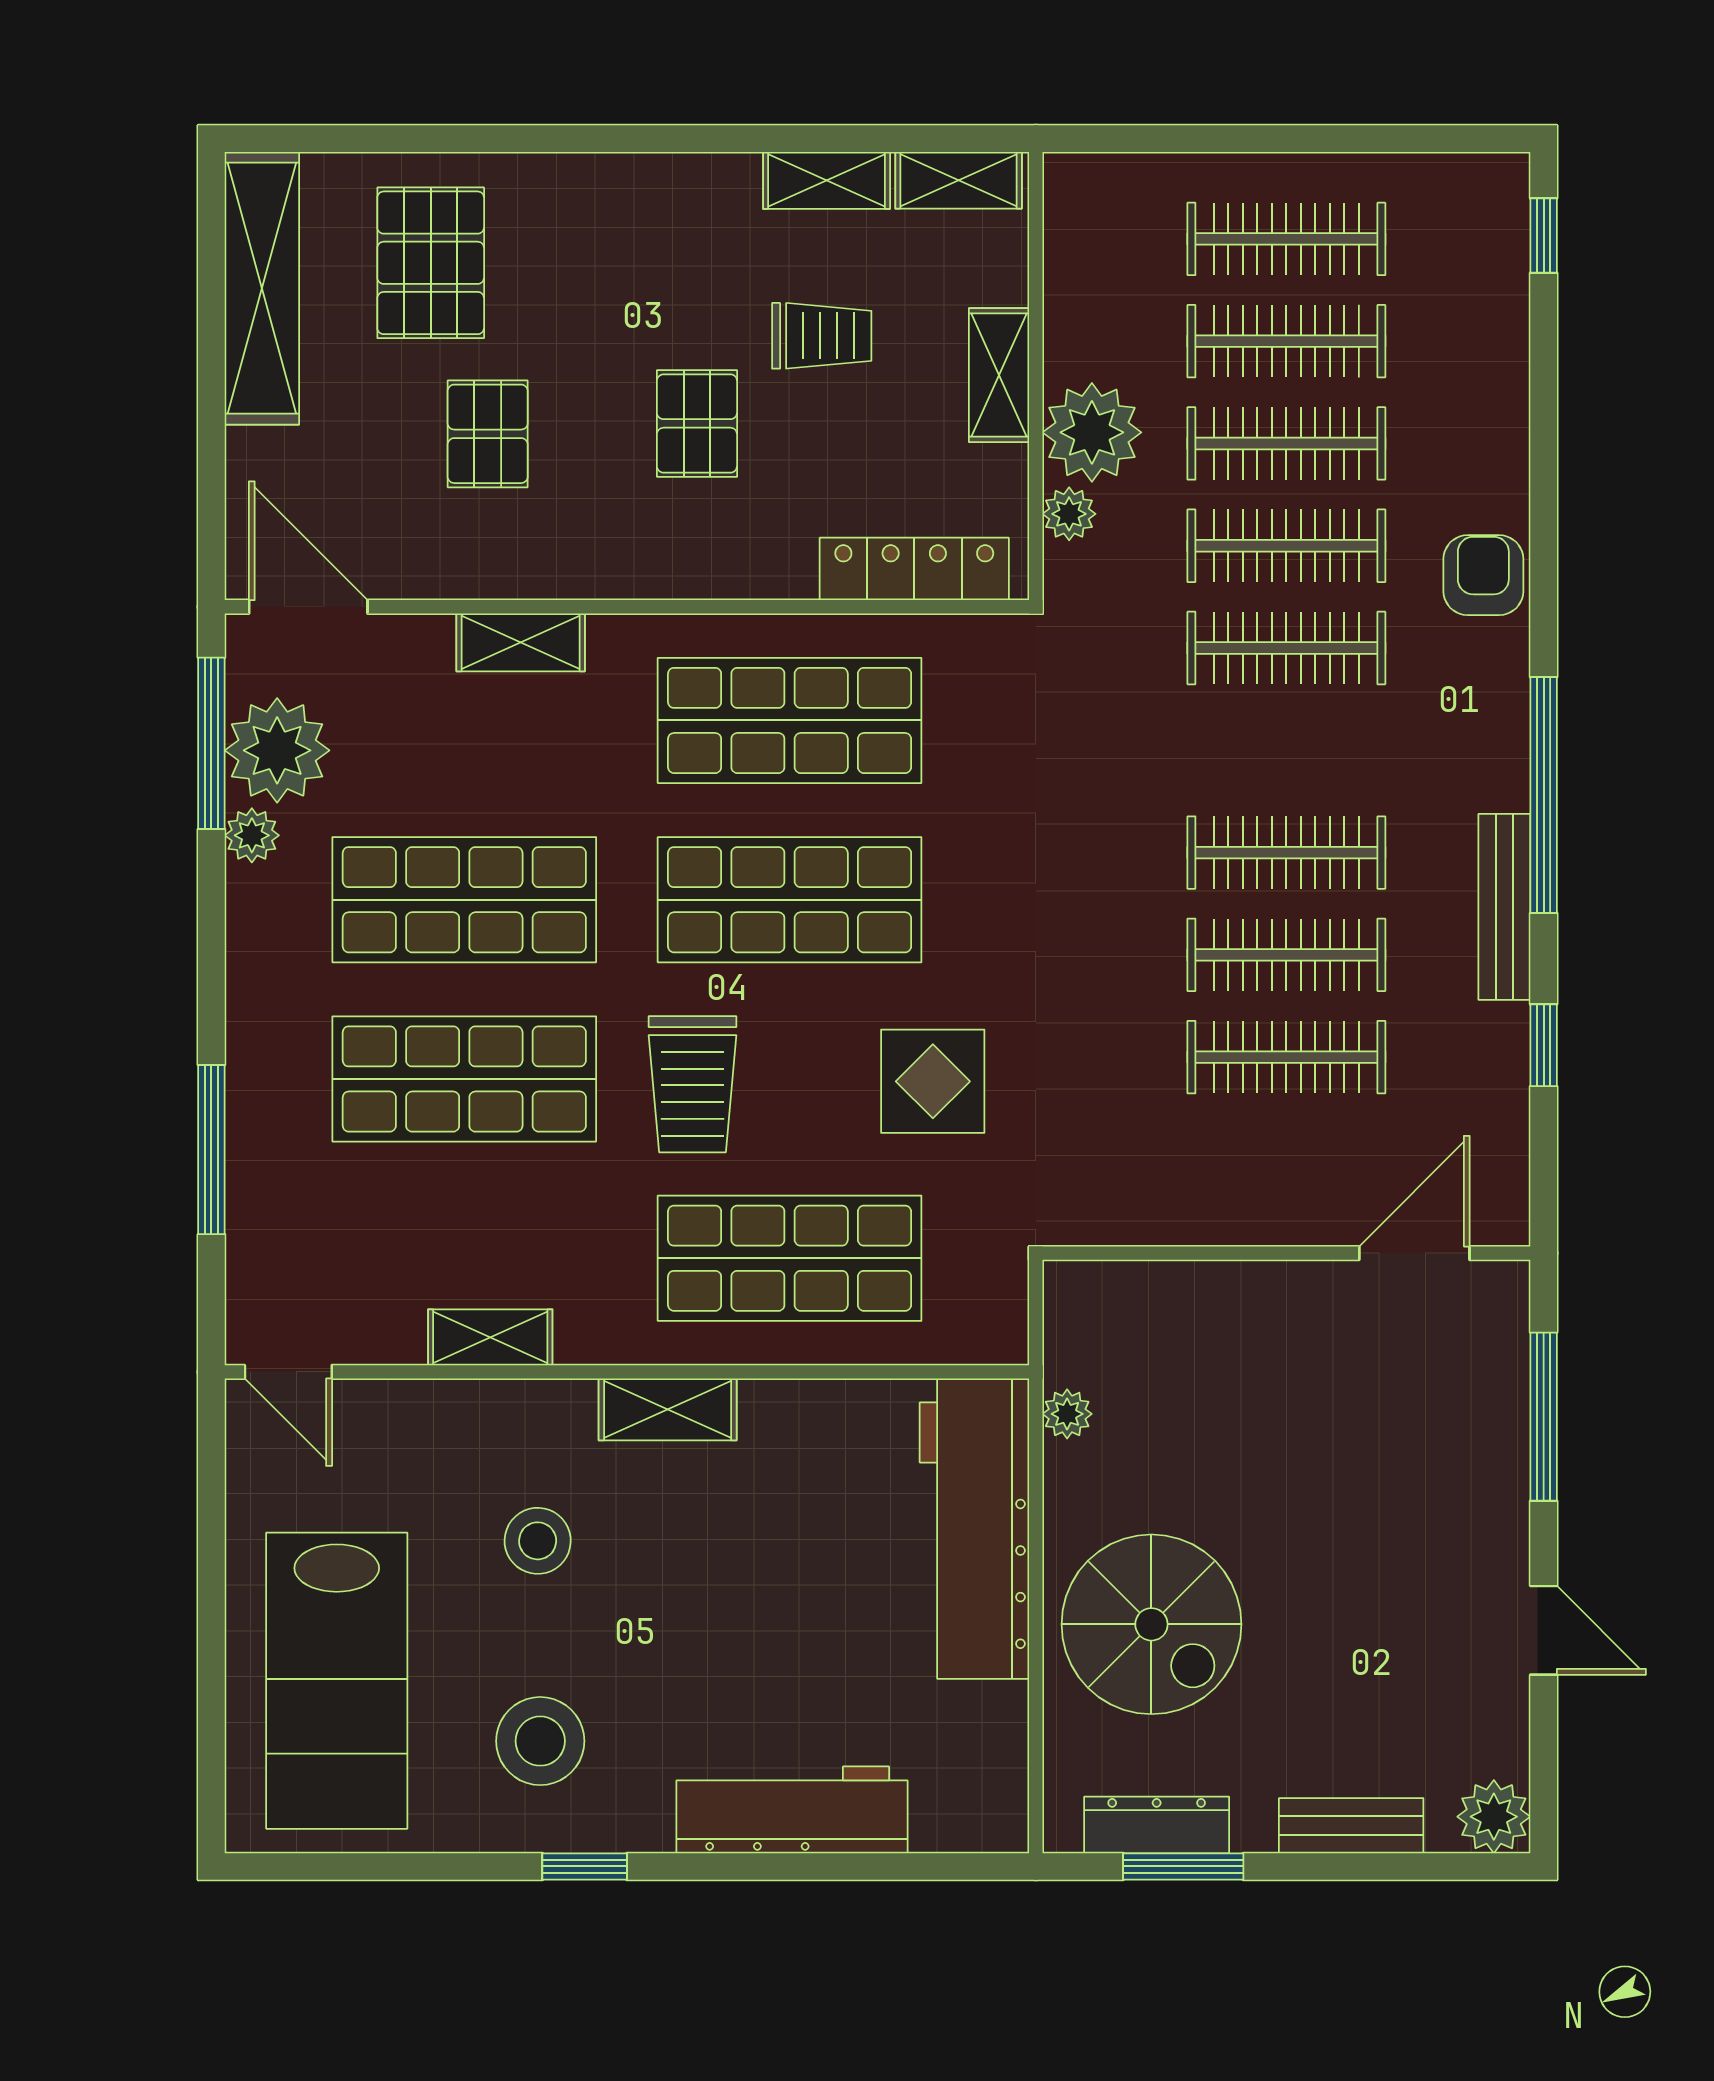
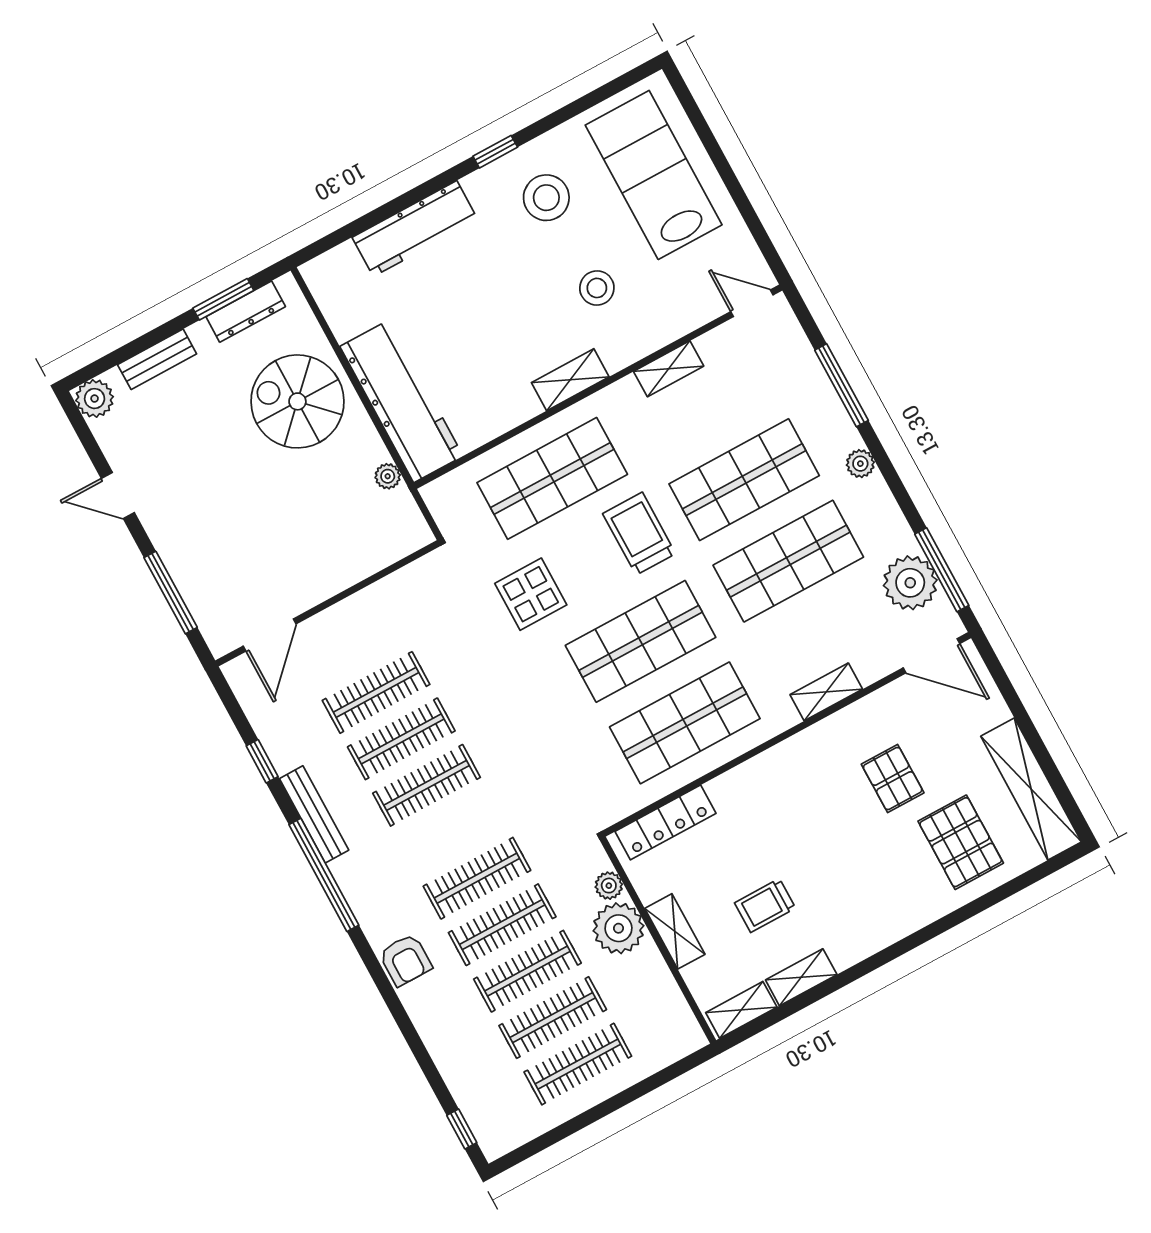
pallet: (697, 423) -> (800, 835), removed
plant: (252, 835) -> (860, 464), moved

